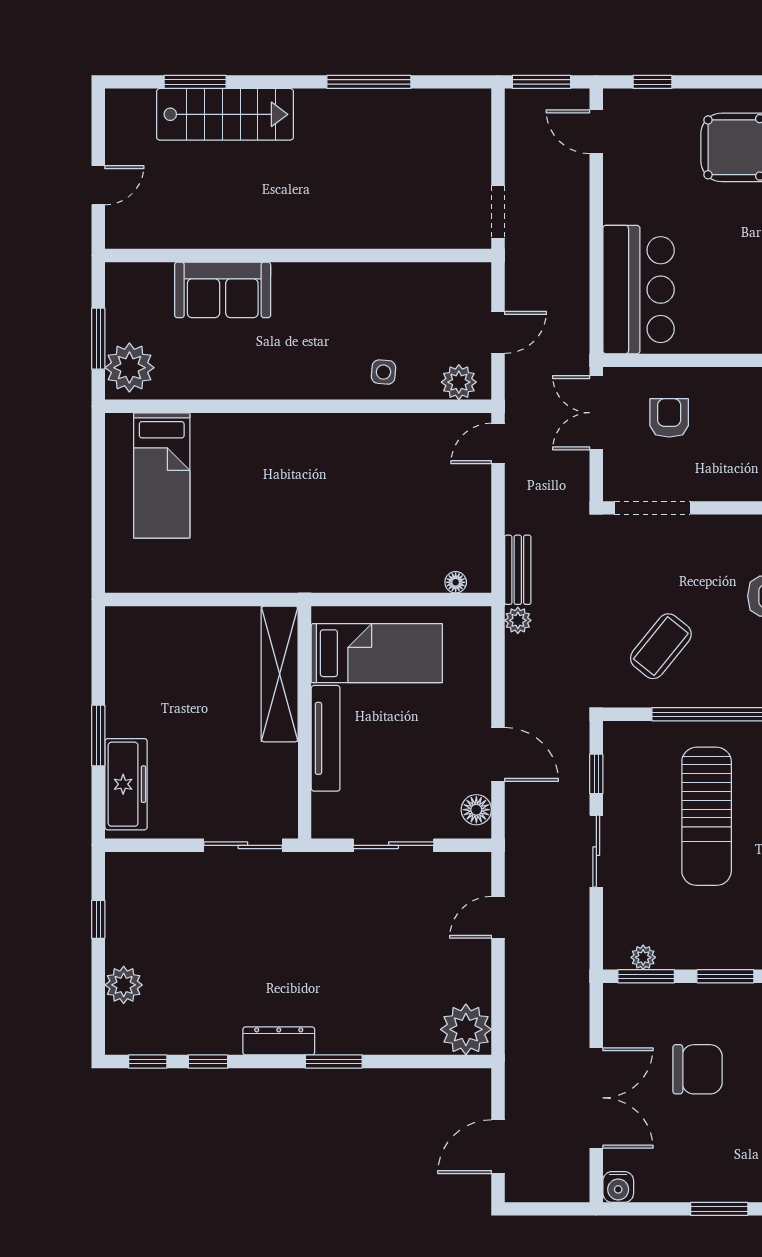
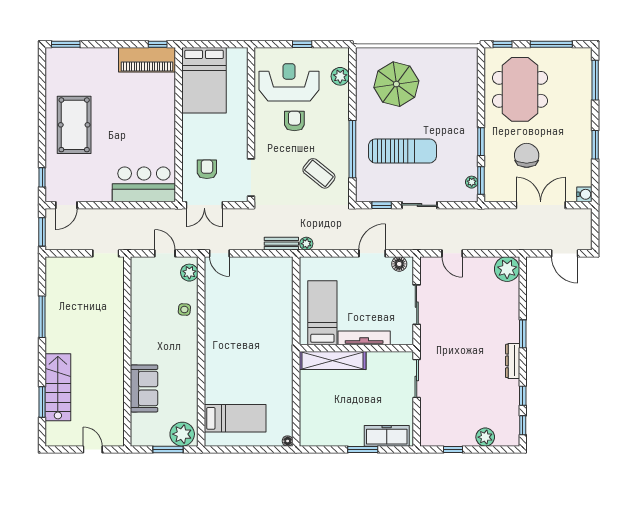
armchair: (669, 418) -> (207, 169), turned 90
floor lamp: (456, 582) -> (288, 441), moved

